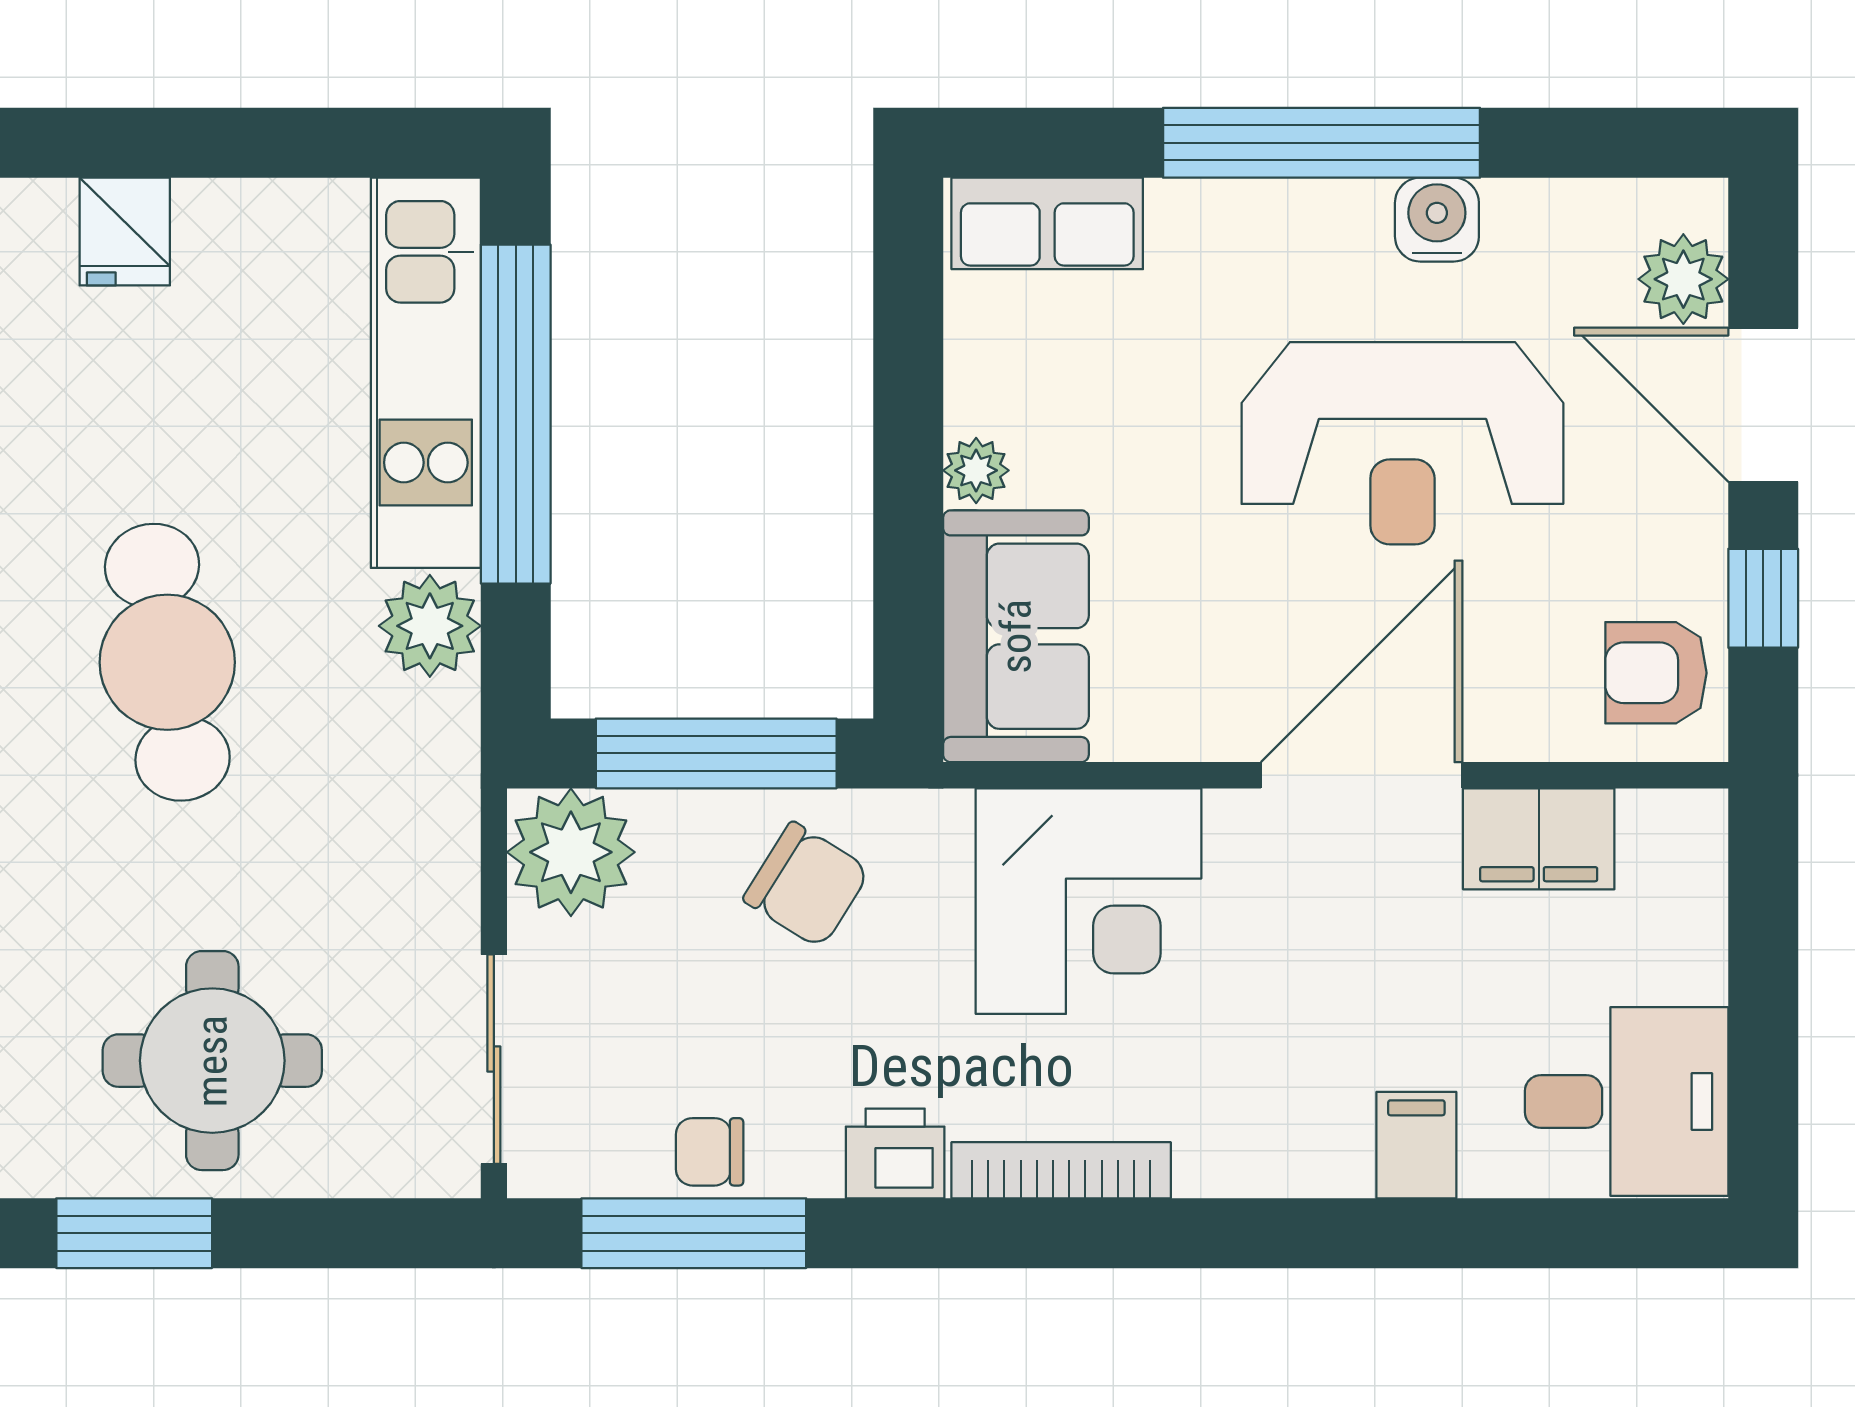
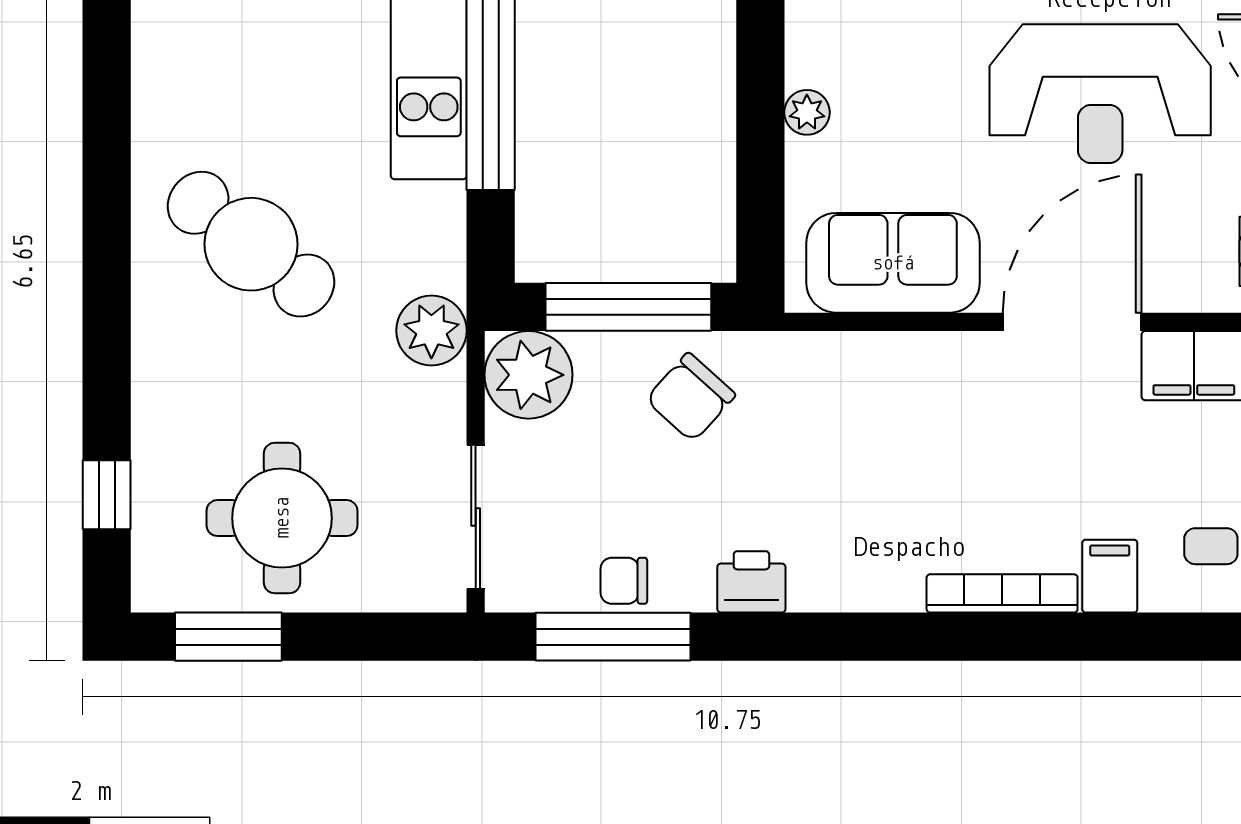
plant: (430, 626) -> (431, 331), moved
sofa: (1016, 636) -> (893, 263), moved, turned -90
cafe table: (167, 662) -> (251, 244), turned -43
chair: (807, 885) -> (691, 397), turned 100
corner desk: (1088, 901) -> (884, 408), removed
bookcase: (1061, 1170) -> (1002, 593), moved

